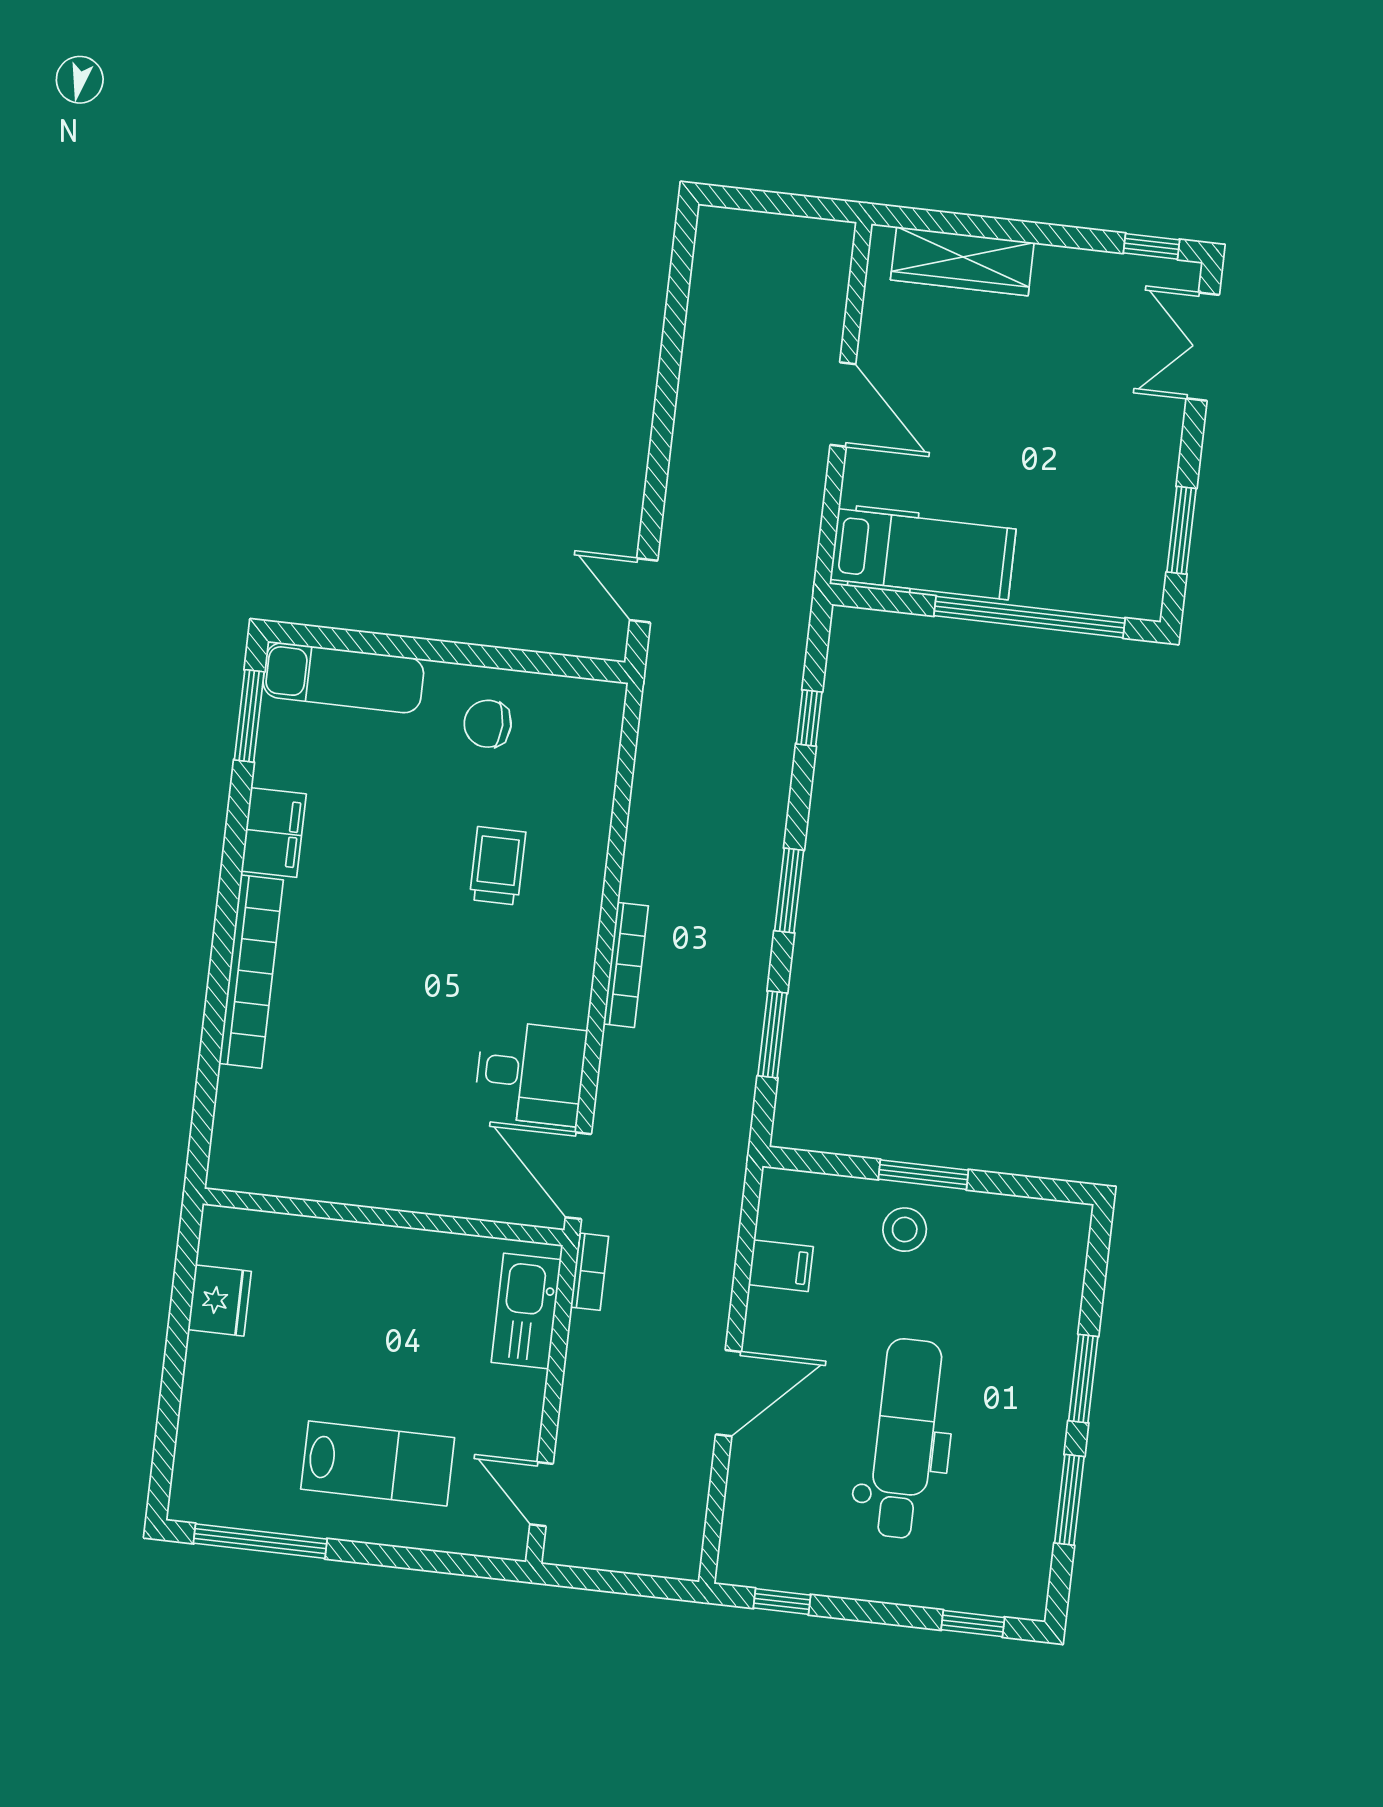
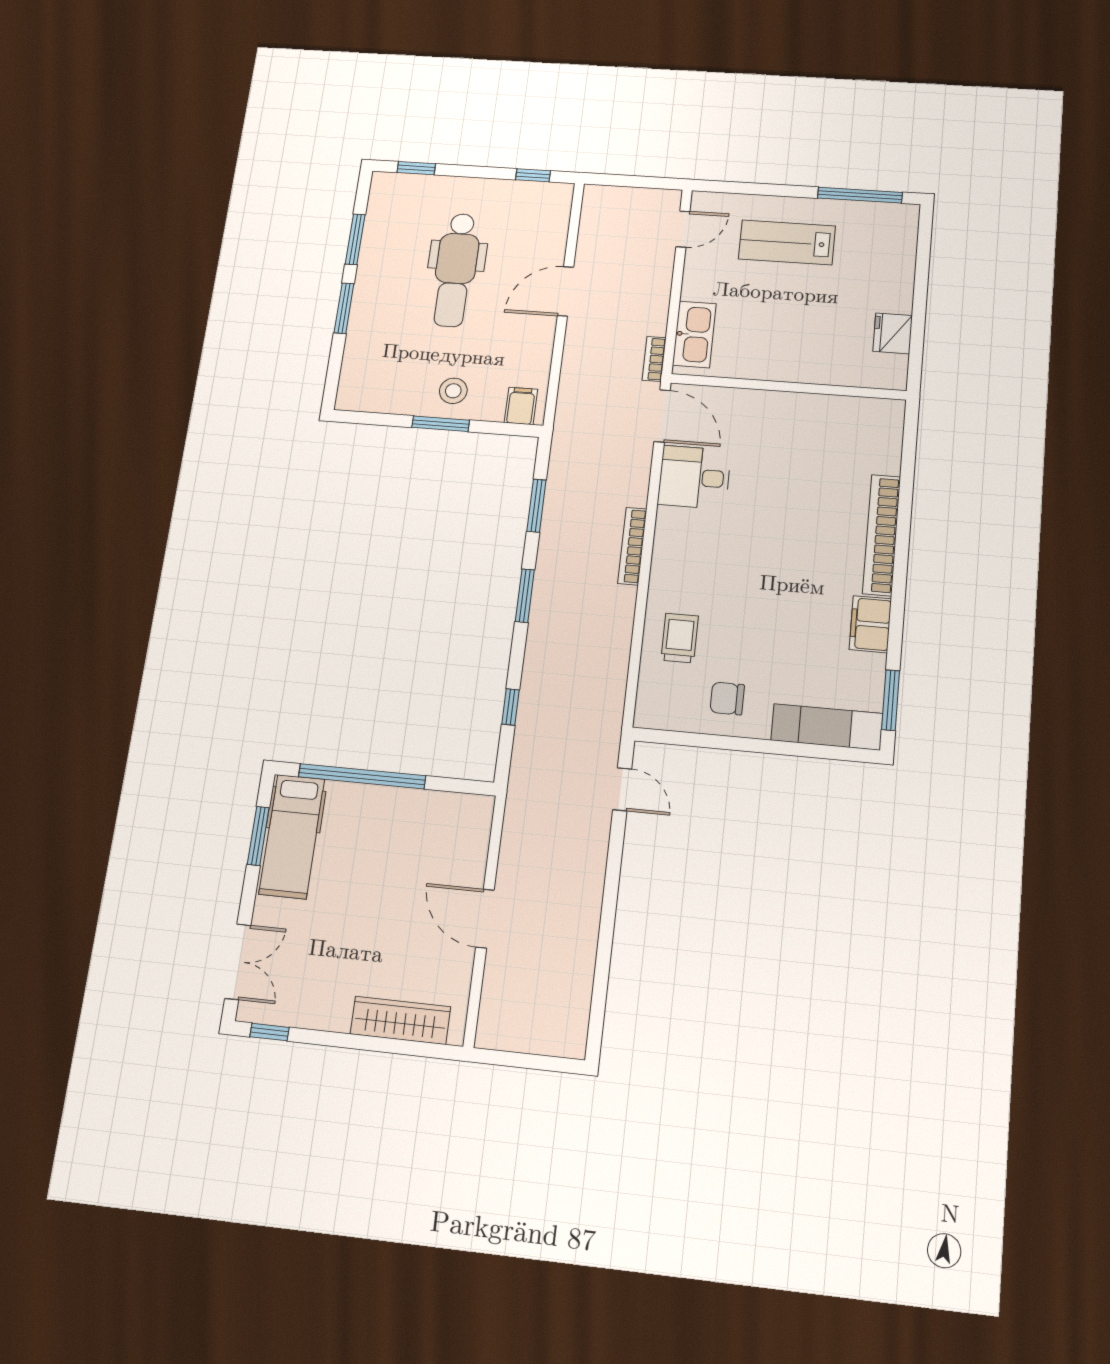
hospital bed: (923, 554) -> (292, 836), moved, turned -90
chair: (488, 724) -> (727, 698), turned 180
trolley: (498, 866) -> (680, 638), moved, turned 180
filing cabinet: (781, 1266) -> (521, 406), moved, turned 90
door: (541, 1494) -> (683, 229), hinge flipped

